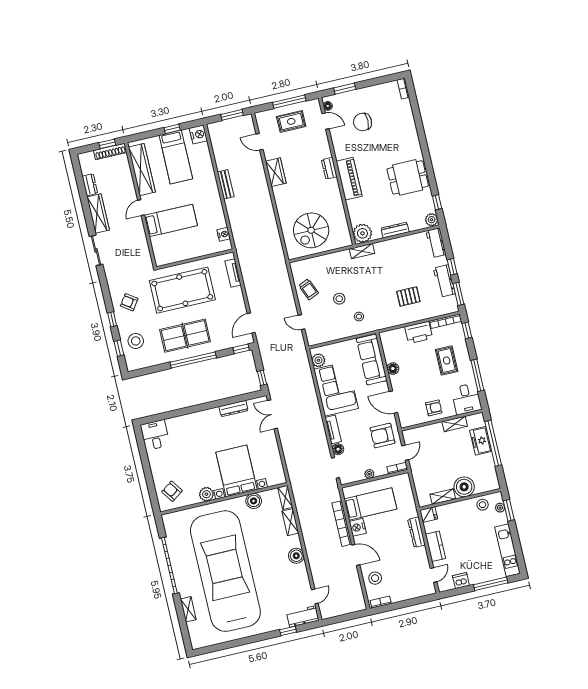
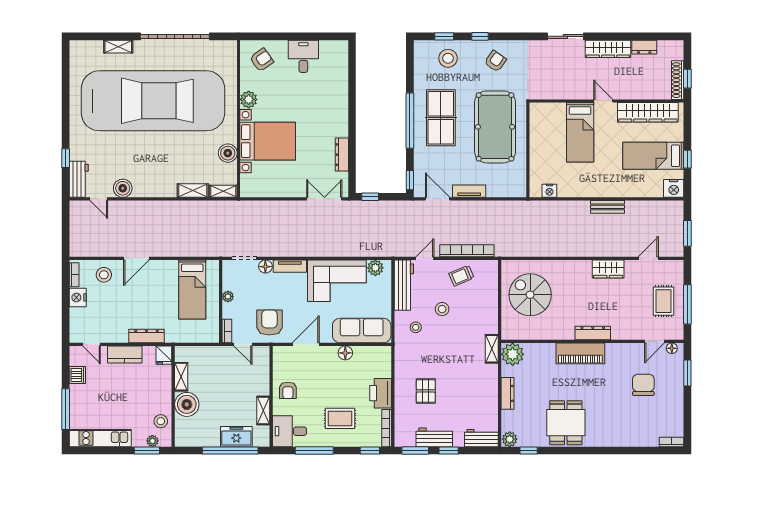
dresser: (329, 168) -> (593, 333), width x1.44
tv unit: (233, 273) -> (469, 191), moved
workbench: (327, 334) -> (404, 285), added
desk: (155, 435) -> (303, 56), moved, turned -90
bookcase: (342, 524) -> (467, 251), moved
nightstand: (358, 527) -> (78, 297), moved, turned -90
boiler: (296, 556) -> (123, 188), moved

